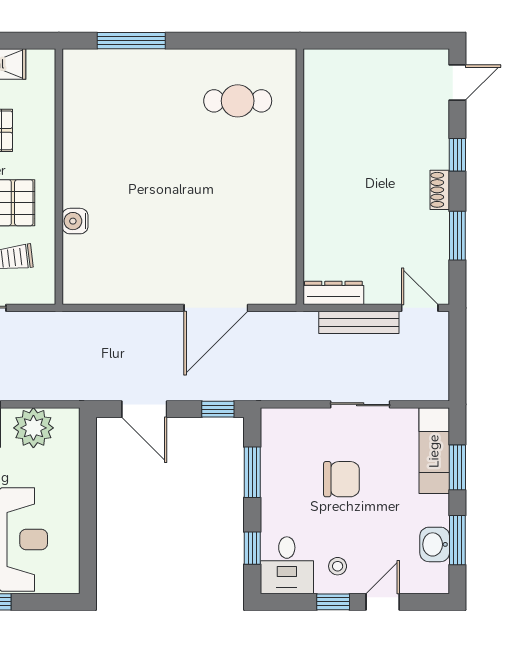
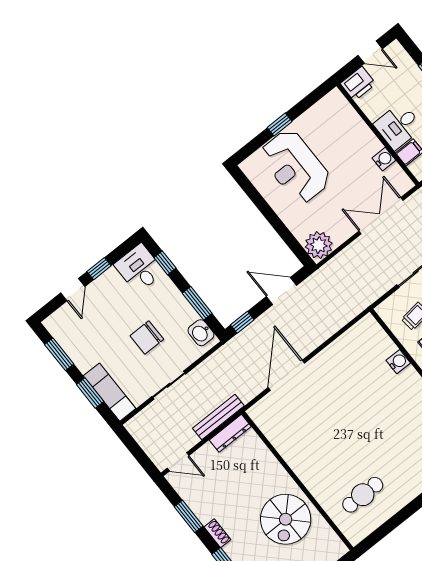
spiral stairs: (349, 143) -> (286, 519), added
bench: (359, 322) -> (218, 417), moved
plant: (33, 428) -> (319, 245), moved
washbasin: (435, 544) -> (201, 333), moved, turned 180
stool: (338, 566) -> (112, 289), removed

